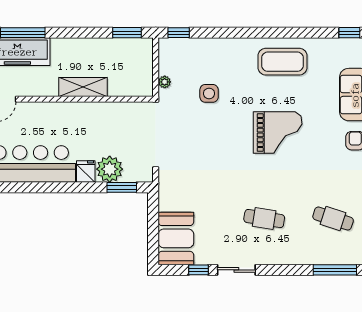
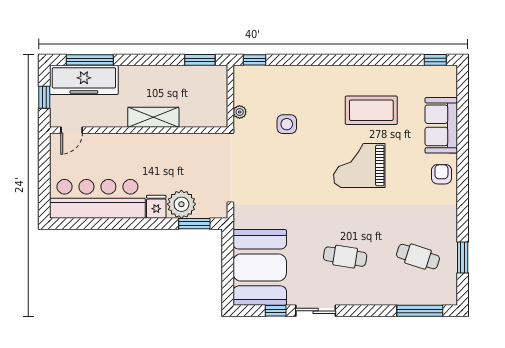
coffee table: (283, 62) -> (371, 110), moved
grand piano: (278, 133) -> (359, 166), turned 180
booth: (176, 238) -> (260, 267), width x1.36, depth x1.42

